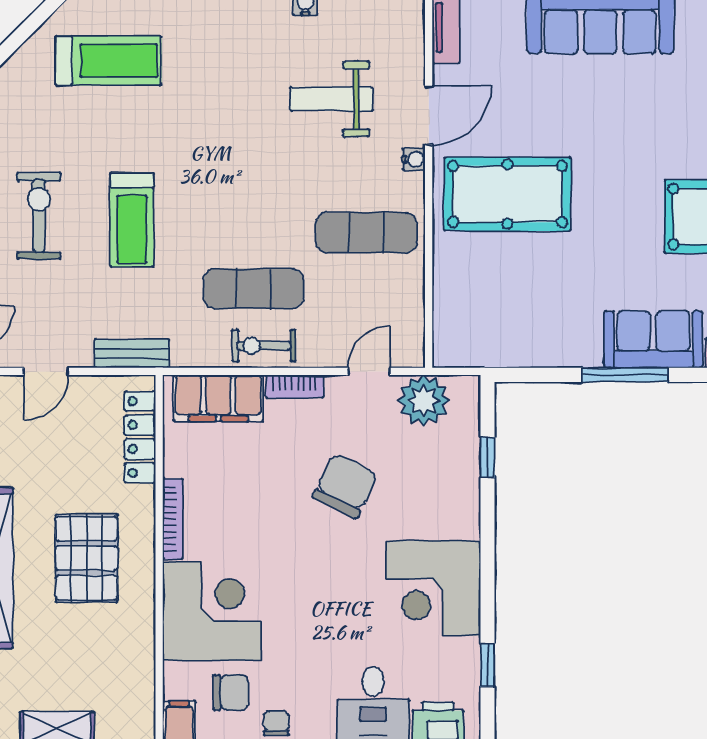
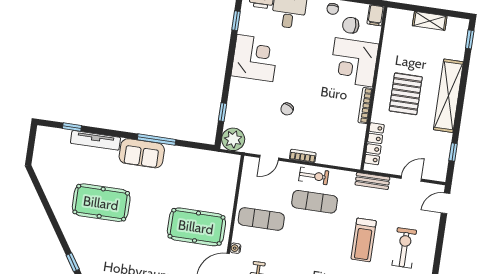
exercise bike: (39, 216) -> (404, 248), turned 180
treadmill: (132, 220) -> (364, 240), turned 180
filing cabinet: (218, 398) -> (337, 156), removed
plant: (423, 401) -> (233, 139), moved
chair: (345, 486) -> (287, 109), width x0.54, depth x0.54

